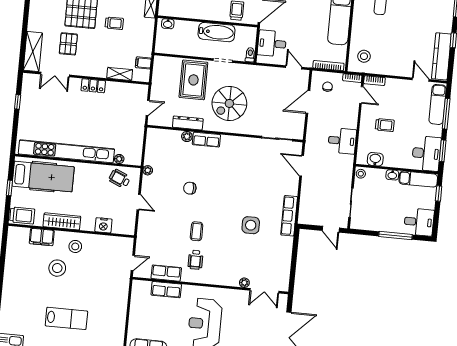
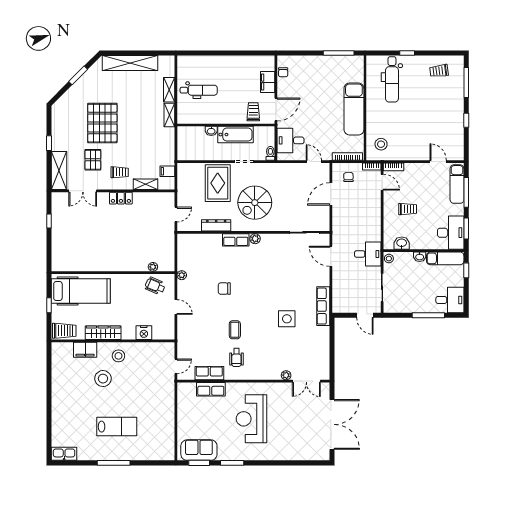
window: (25, 23) -> (49, 143), added
trolley: (114, 23) -> (120, 172), moved
washbasin: (168, 24) -> (211, 131), moved
kitchen counter: (441, 56) -> (456, 137), removed
plant: (187, 136) -> (255, 239), moved
desk: (342, 141) -> (368, 254), moved
kitchen unit: (66, 151) -> (101, 264), removed

